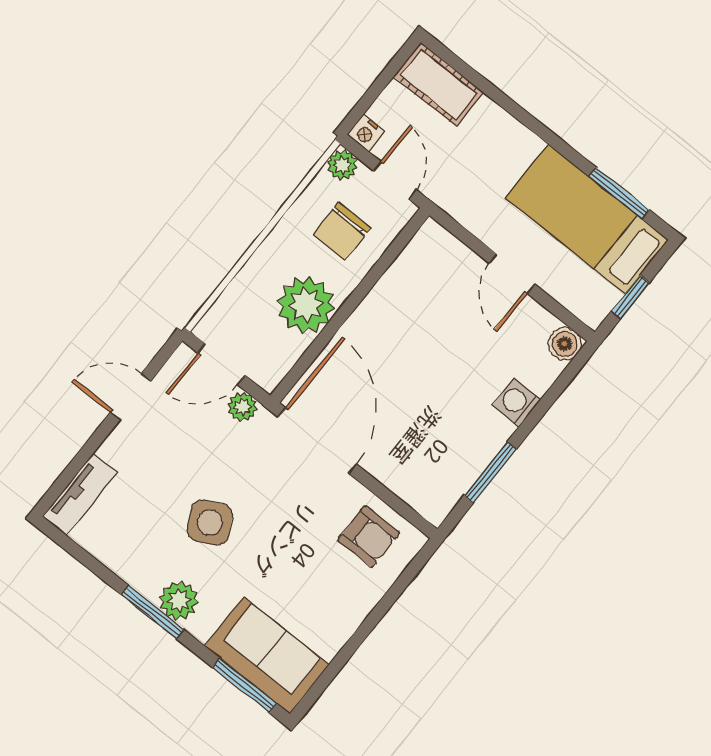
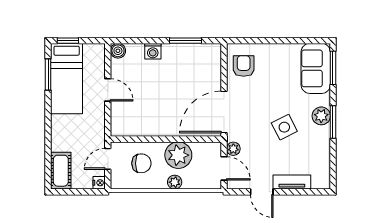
plant: (342, 165) -> (175, 182), moved
door: (512, 274) -> (108, 90), hinge flipped
window: (630, 297) -> (68, 41), moved
tv unit: (80, 494) -> (292, 182), moved

